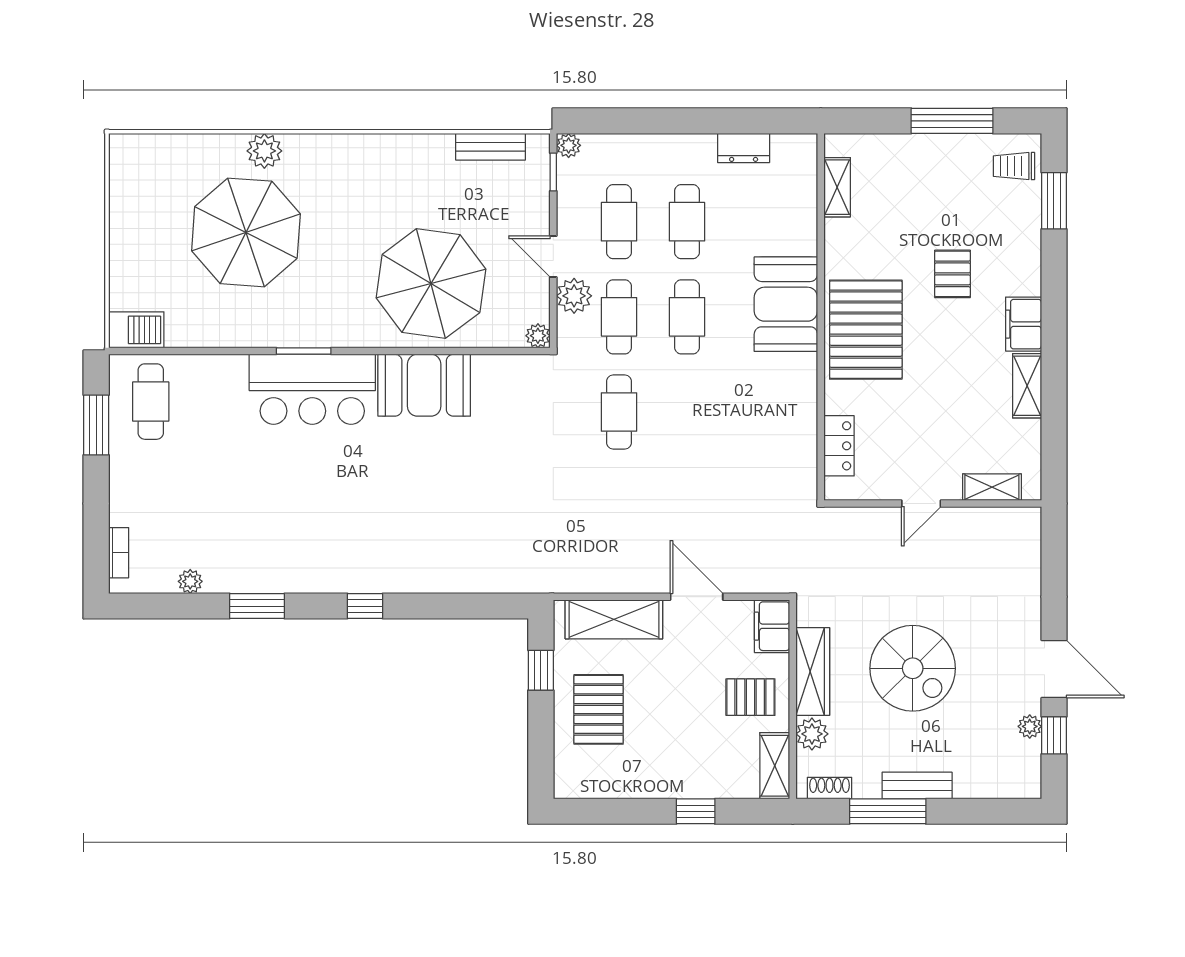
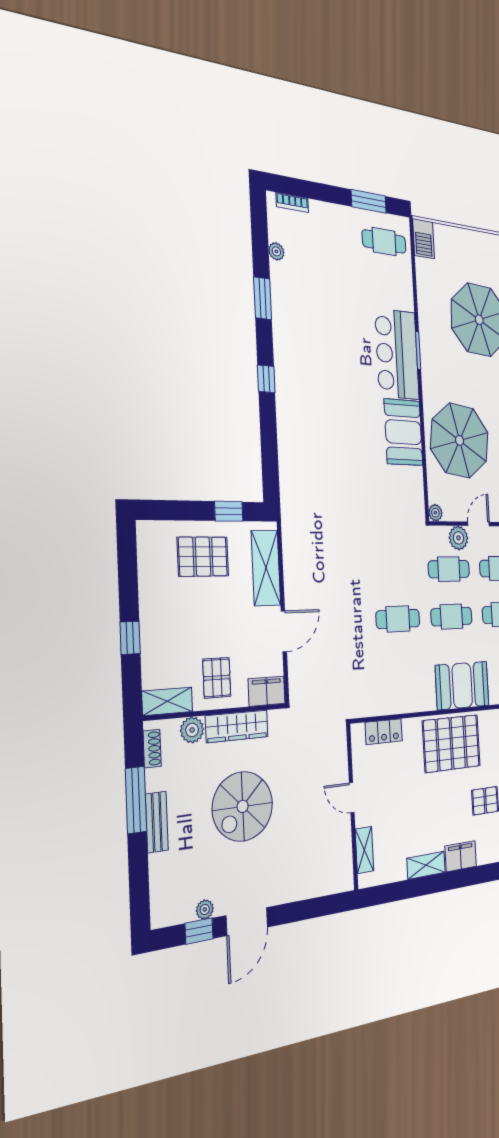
cafe table: (619, 412) -> (398, 619), moved

